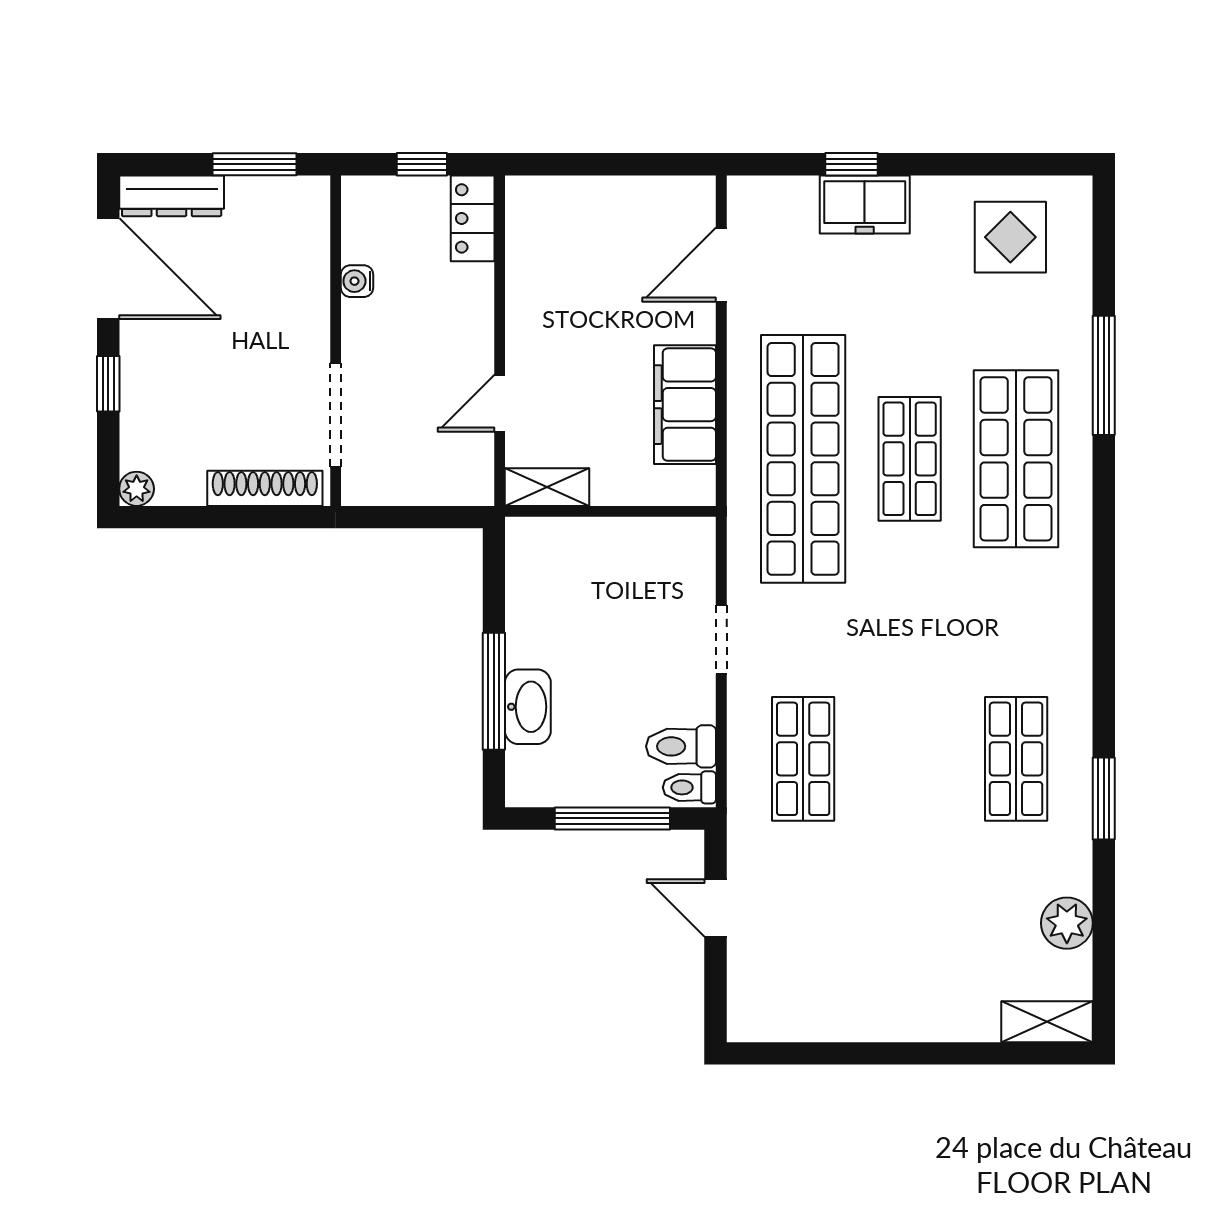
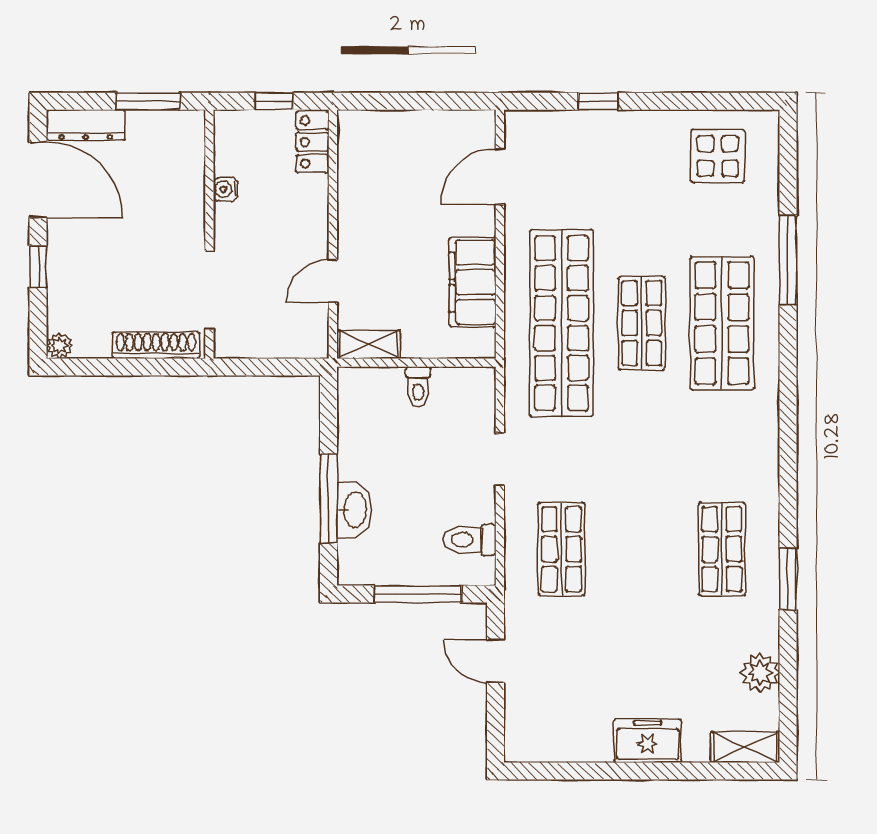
freezer: (865, 205) -> (648, 741), moved, turned 180
toilet: (689, 787) -> (418, 387), moved, turned -90

